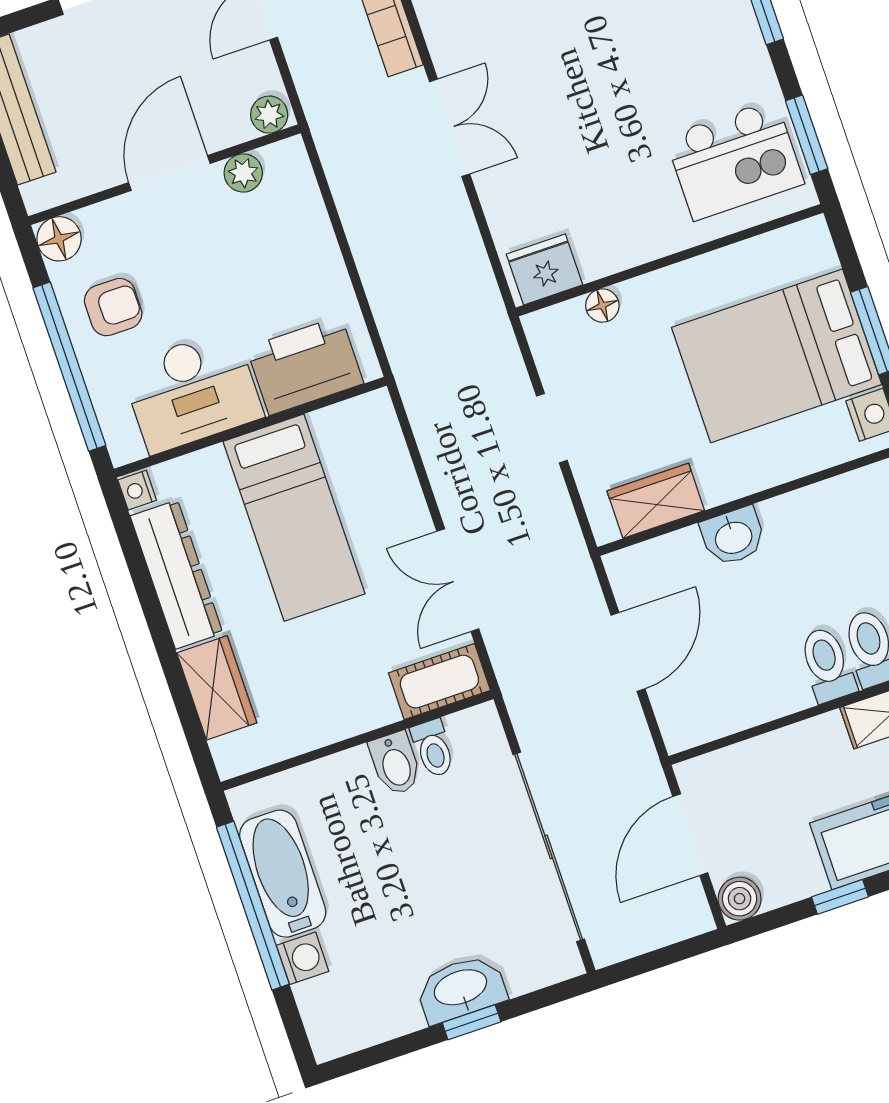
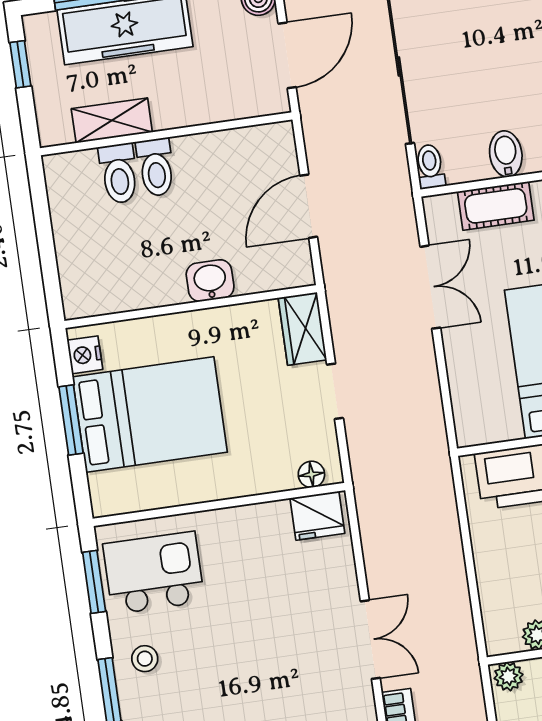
stool: (726, 51) -> (145, 659), added
double door: (450, 128) -> (370, 640), swing flipped
floor lamp: (602, 306) -> (311, 474), moved
wardrobe: (656, 501) -> (302, 329), moved, turned 90
cot: (439, 682) -> (496, 206), moved
toilet: (433, 748) -> (430, 166), moved

